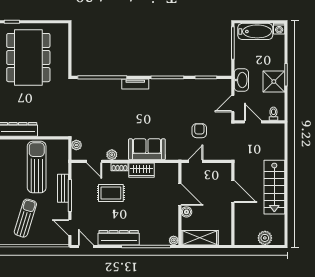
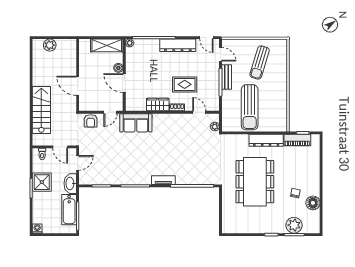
bathtub: (255, 31) -> (69, 210), moved, turned -90
dining table: (28, 58) -> (255, 182), moved
armchair: (199, 131) -> (91, 121), moved
sofa: (147, 149) -> (136, 123), moved
plant: (112, 155) -> (184, 118), removed
stairs: (274, 187) -> (41, 110), moved
bench: (63, 188) -> (227, 77), moved

